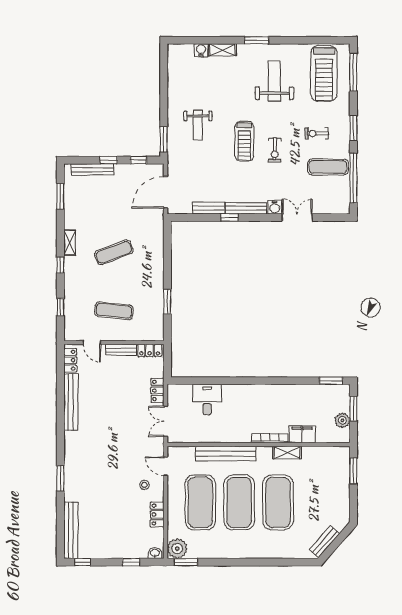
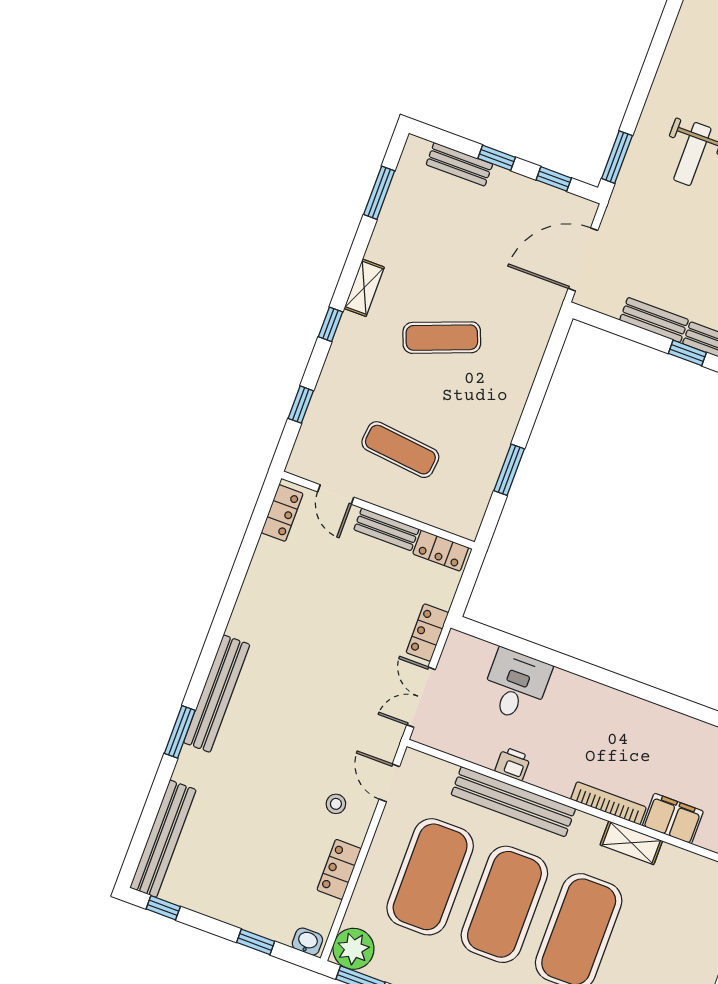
bench: (92, 169) -> (459, 164), width x0.73
bench: (71, 402) -> (217, 694), moved
printer: (219, 436) -> (513, 764), added

